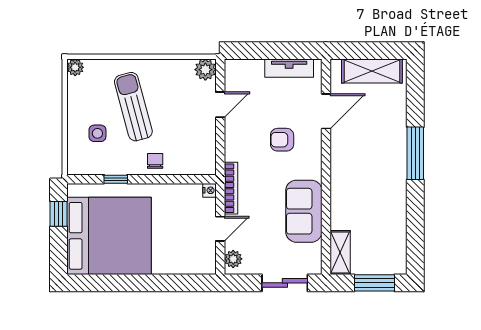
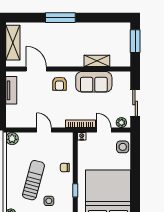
door: (220, 105) -> (44, 130), moved
sun lounger: (133, 107) -> (33, 180), turned 120
armchair: (282, 140) -> (59, 84), moved
shelving: (340, 252) -> (97, 61), moved
side table: (191, 261) -> (123, 147), added
sliding door: (285, 283) -> (135, 103), moved

